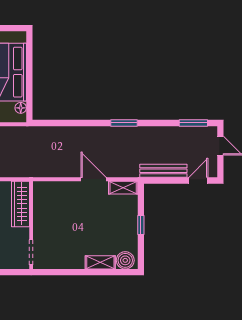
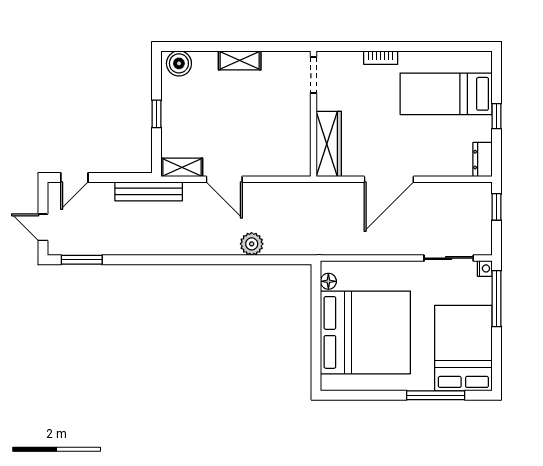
window: (124, 123) -> (181, 260), removed
plant: (74, 134) -> (252, 244), added
bench: (163, 171) -> (149, 191), moved
shelving: (100, 262) -> (240, 60), moved

